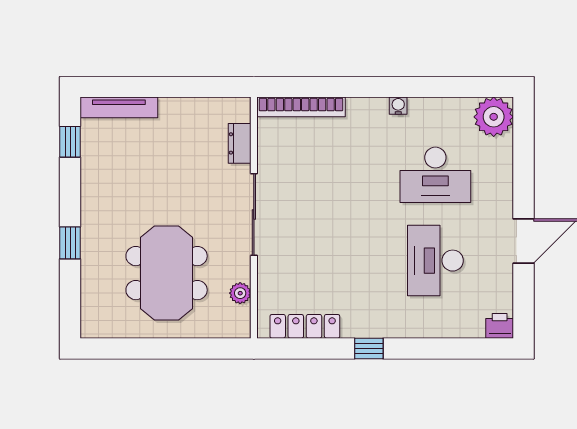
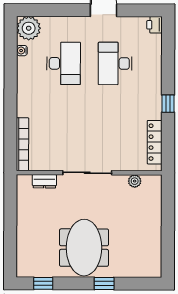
water cooler: (398, 106) -> (22, 51), moved
tv unit: (119, 107) -> (23, 254), removed
desk: (435, 261) -> (115, 63), turned 90
meeting table: (167, 273) -> (84, 248), moved, turned 90

